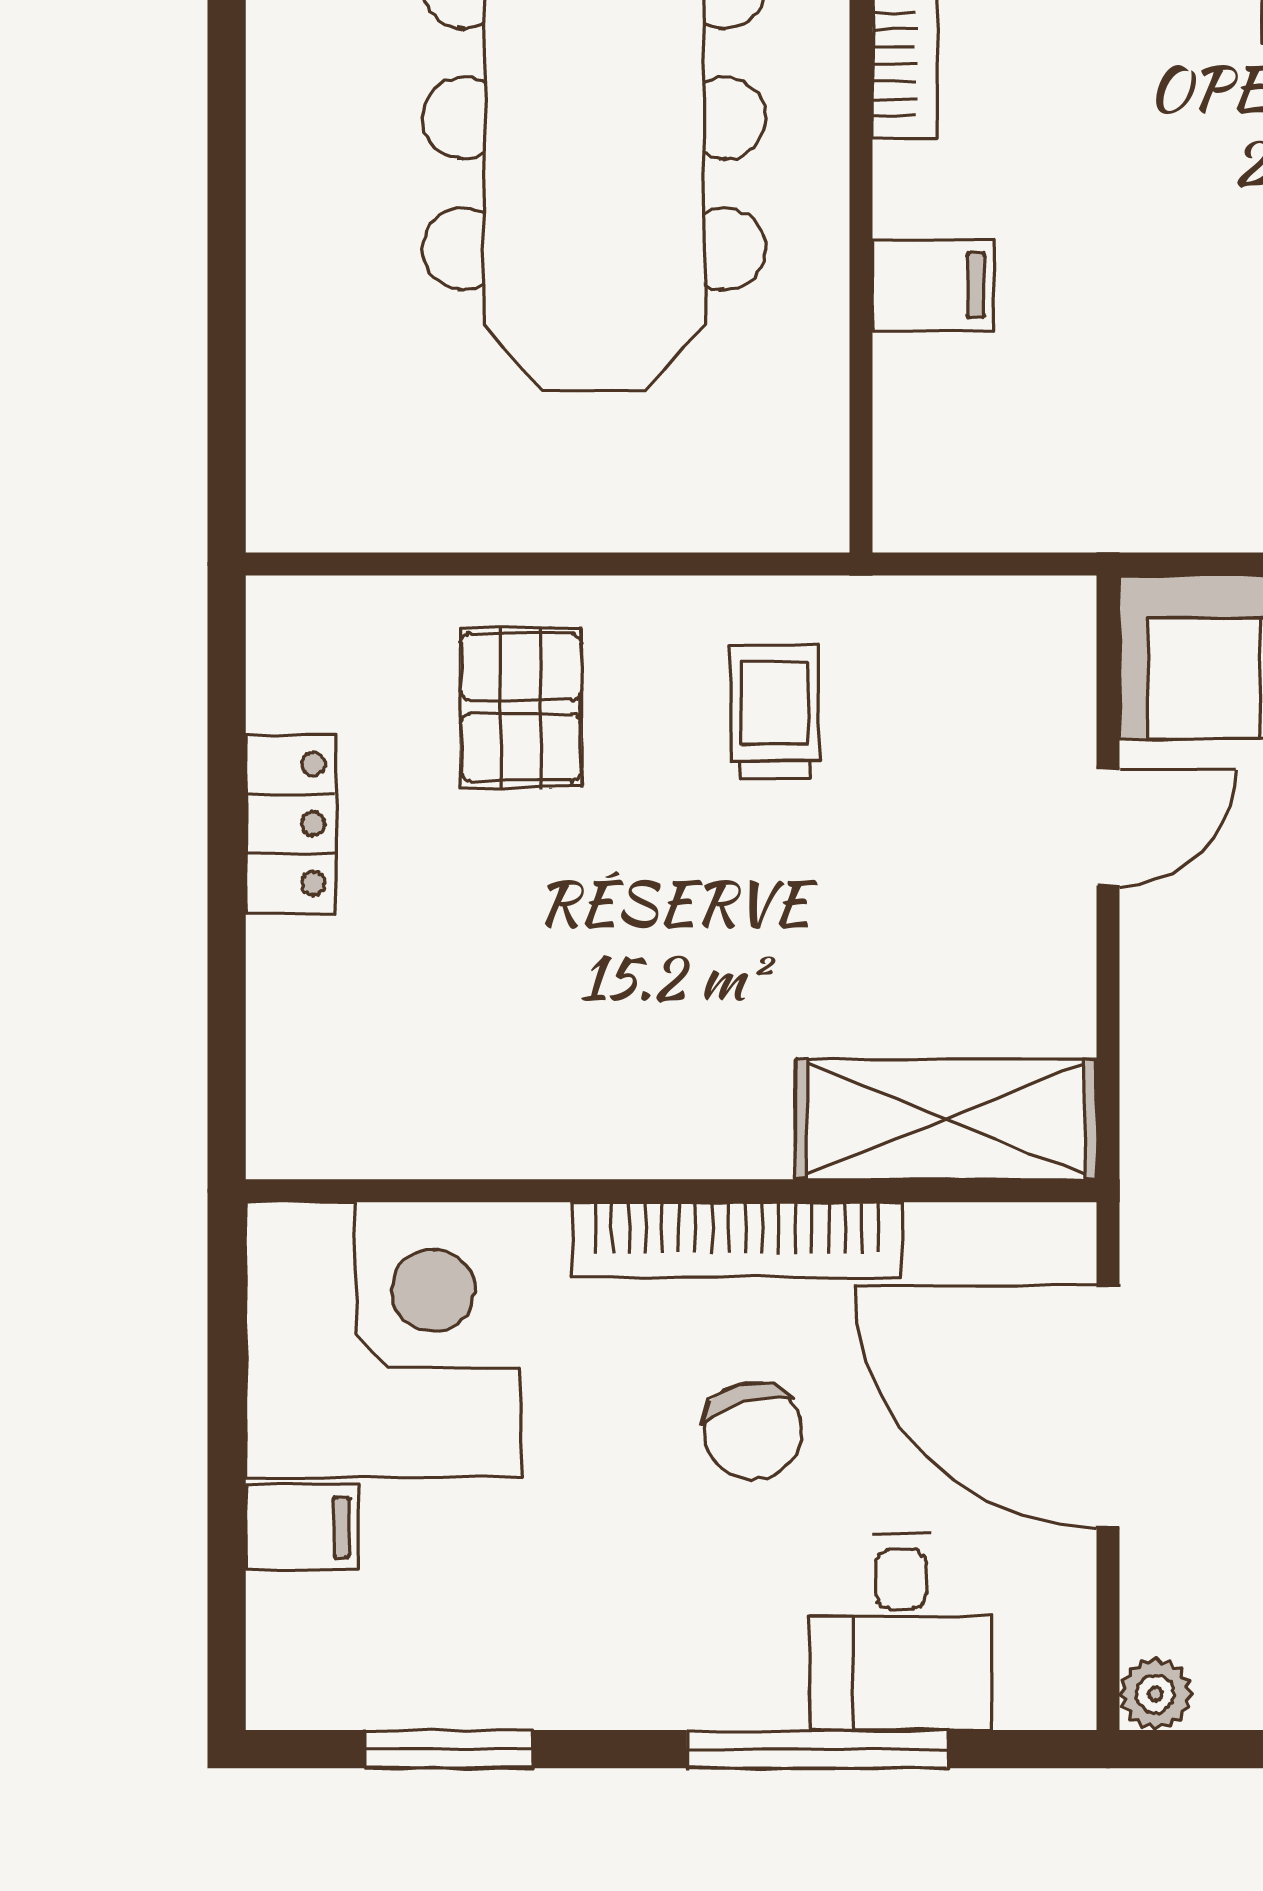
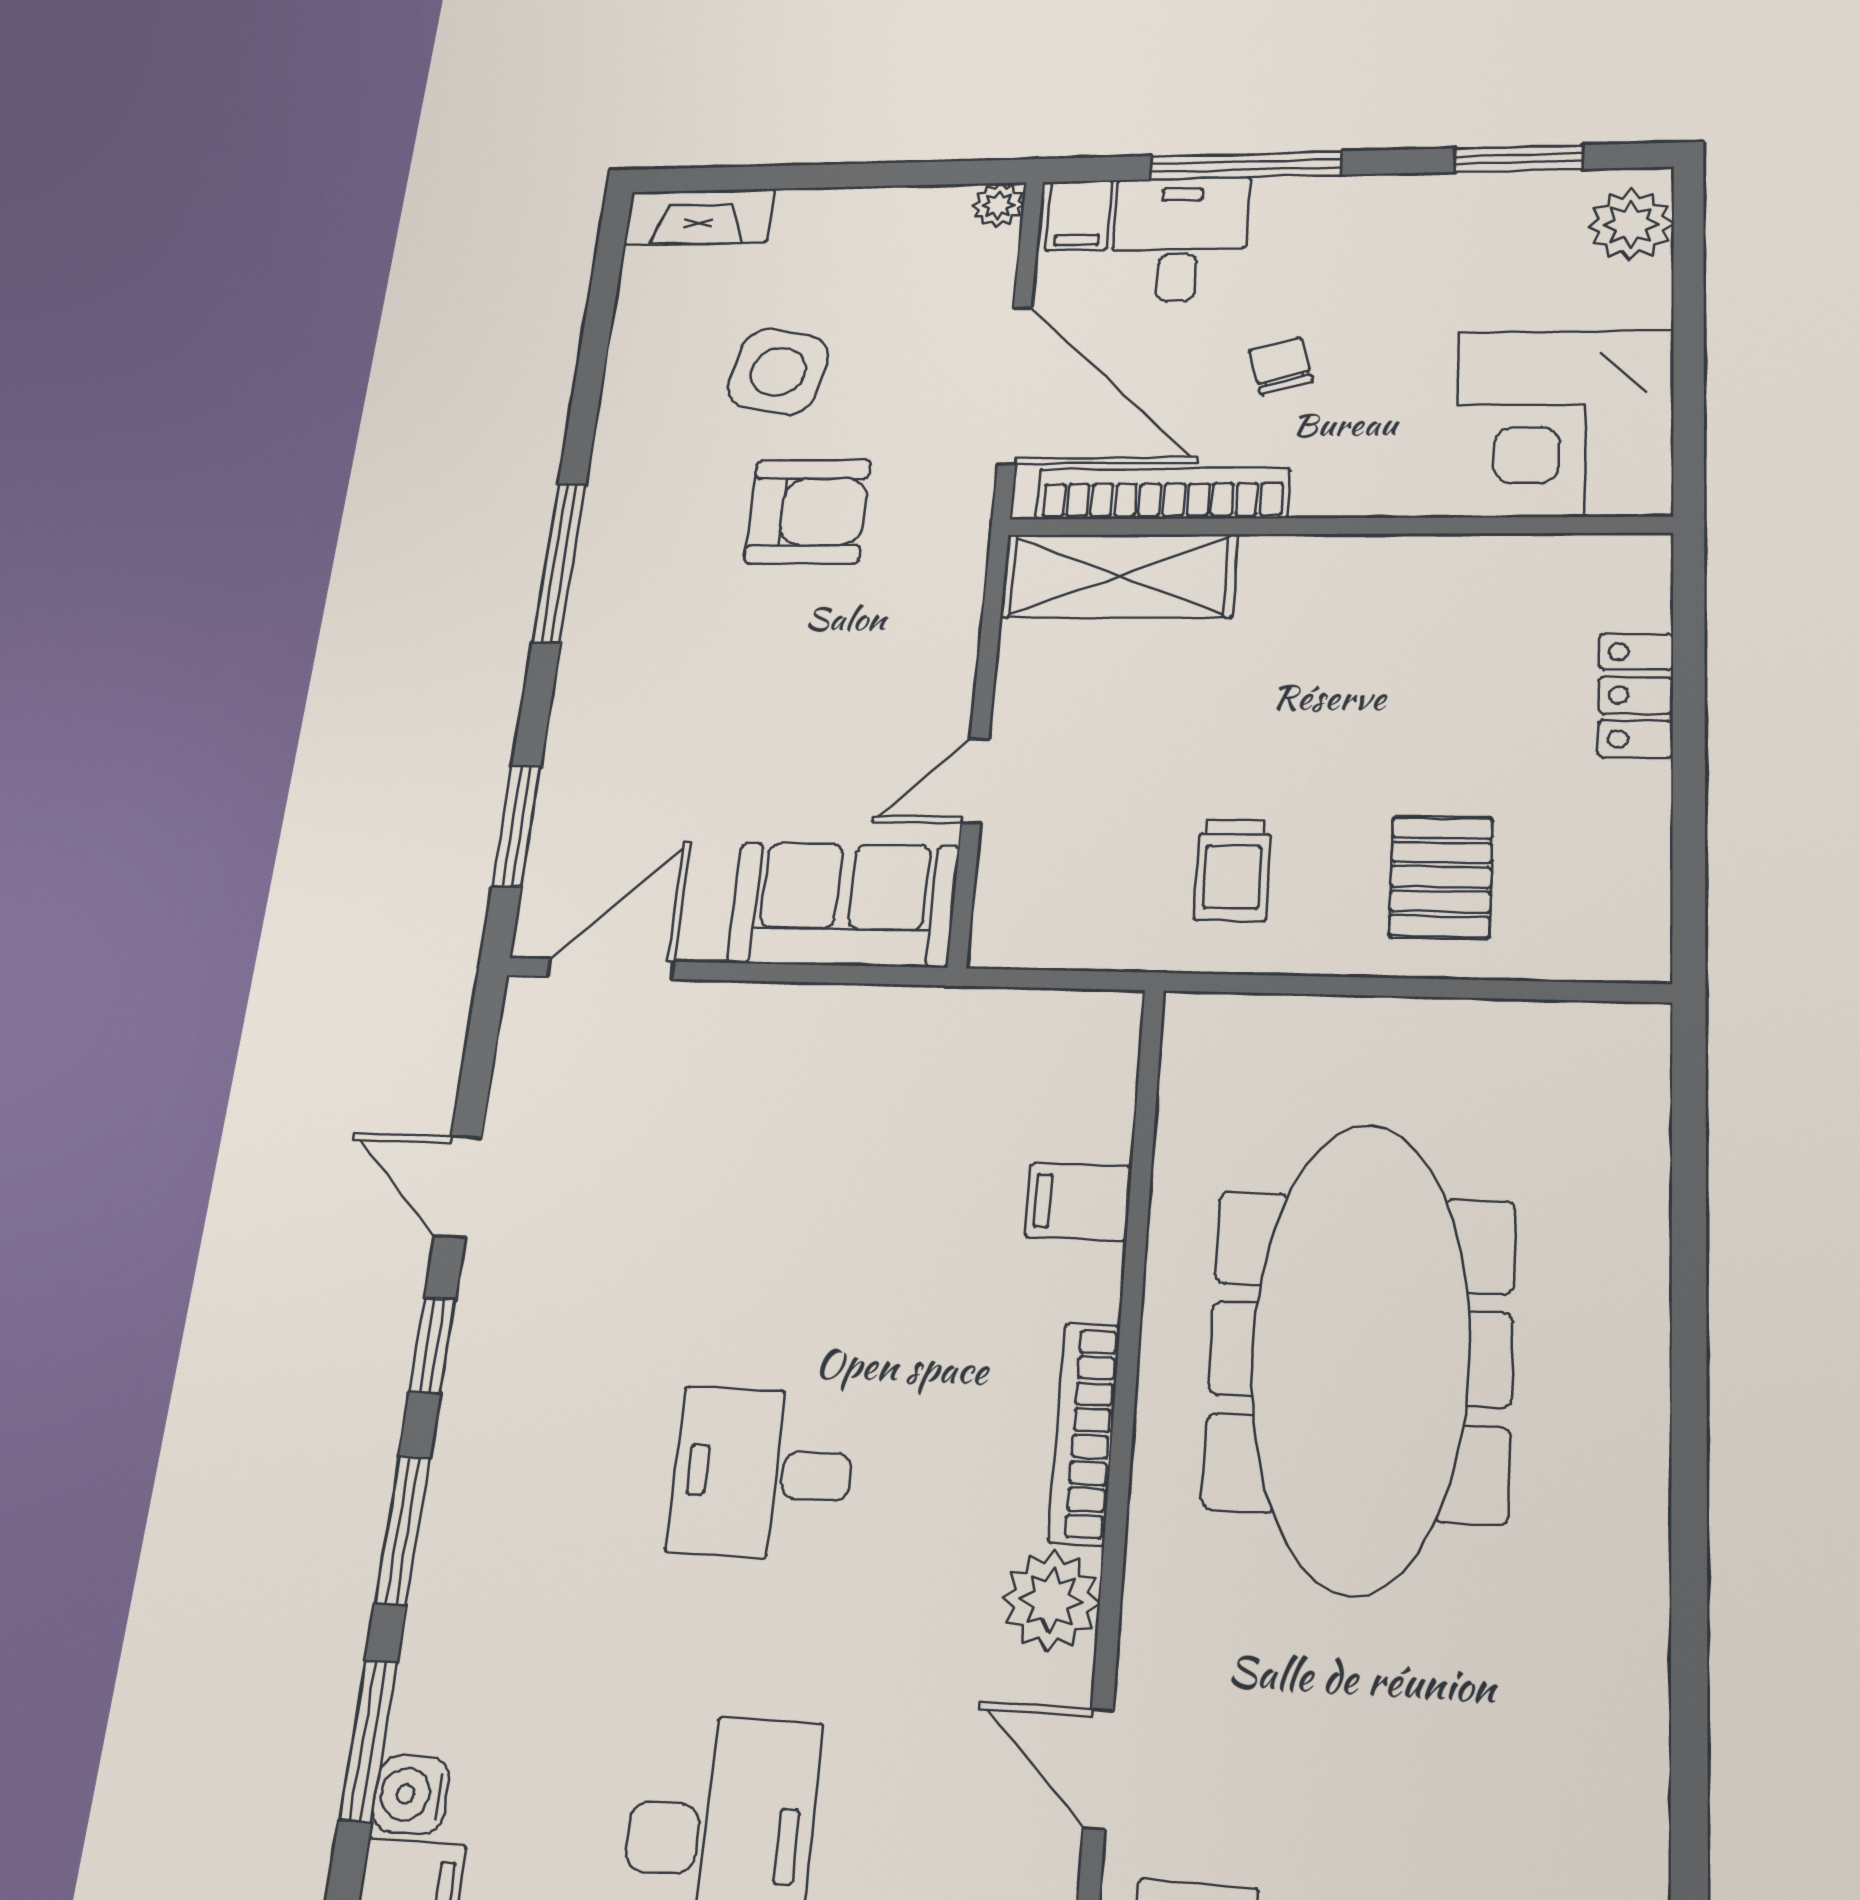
locker: (291, 824) -> (1636, 695), moved
bookcase: (737, 1240) -> (1162, 494), moved
chair: (753, 1431) -> (1281, 366), width x0.73, depth x0.73
filing cabinet: (302, 1527) -> (1079, 216), moved, turned -90
plant: (301, 1640) -> (1631, 225), added

